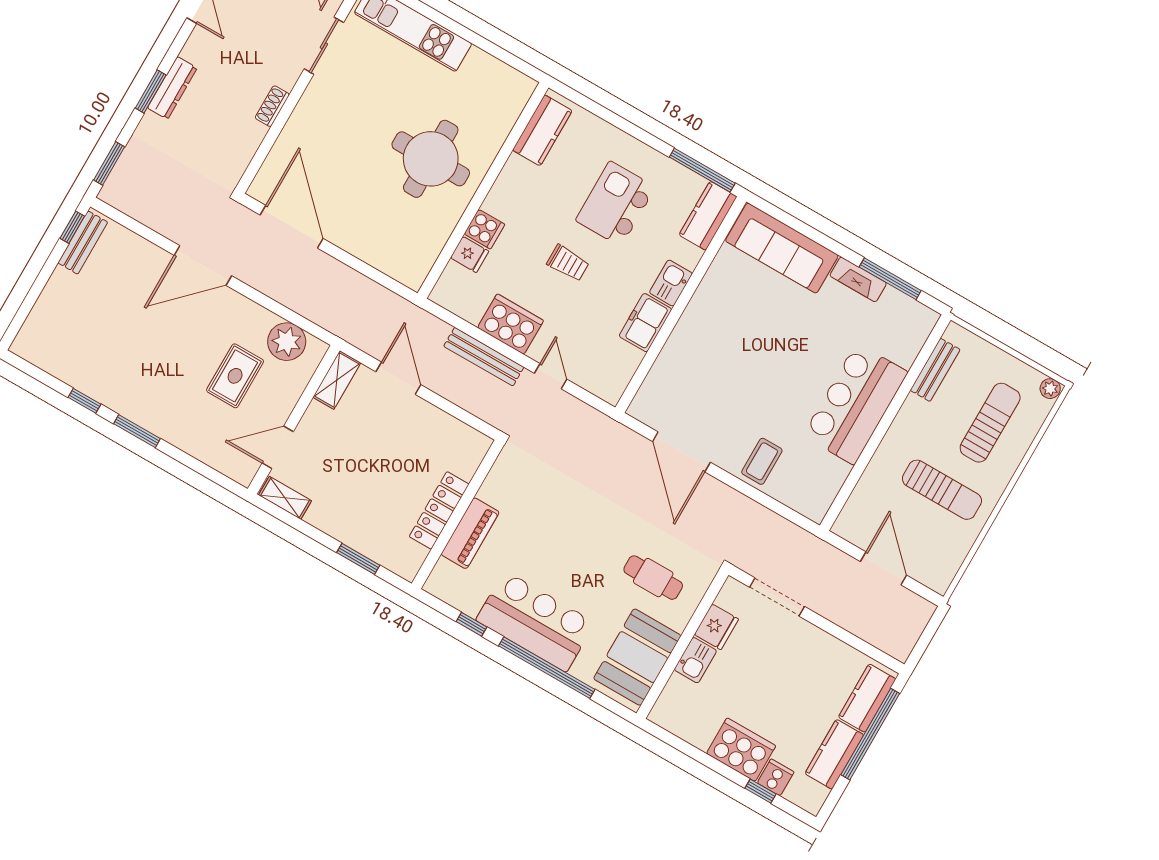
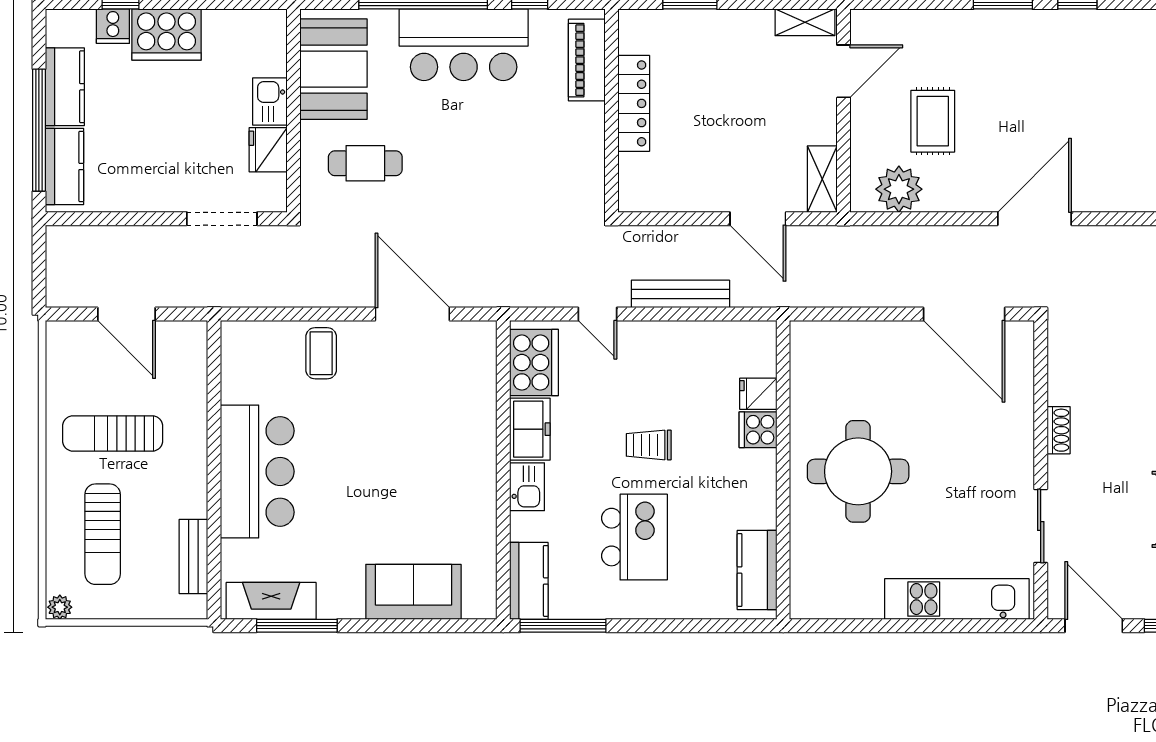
sofa: (782, 248) -> (413, 592), width x0.73
fireplace: (858, 279) -> (271, 601), moved, width x1.37, depth x1.32
cooker: (511, 324) -> (534, 363), moved, turned -90
piano: (470, 533) -> (587, 60), moved

